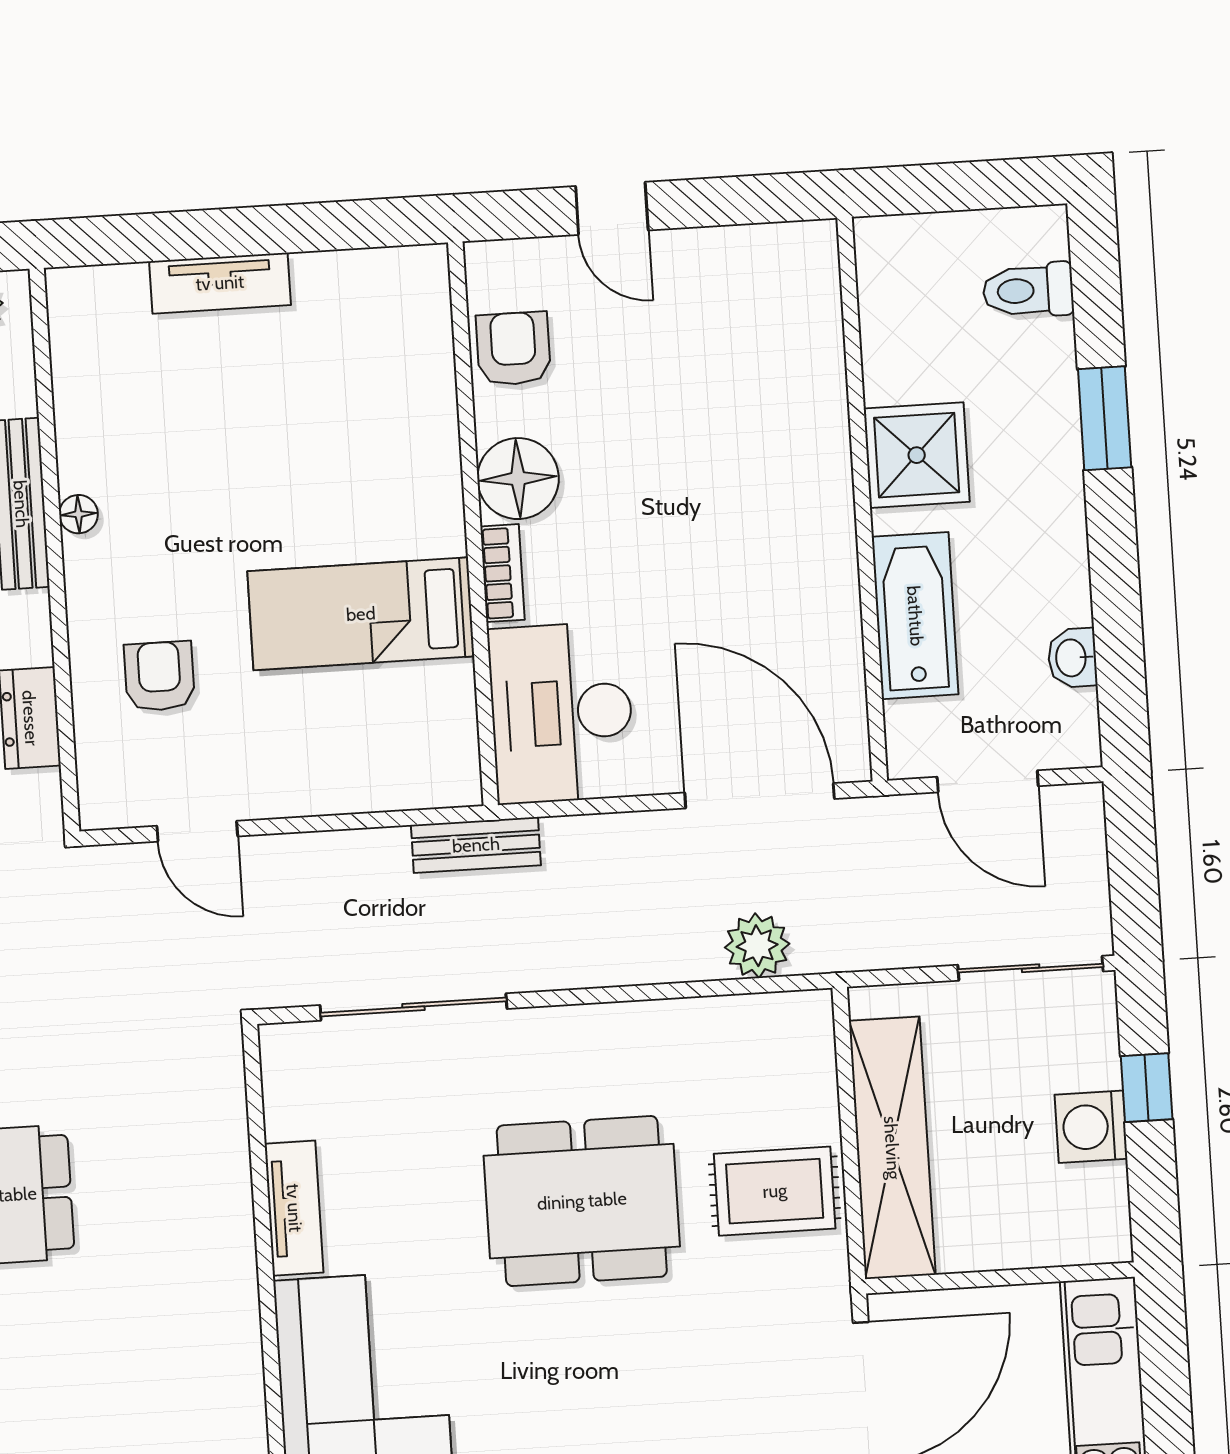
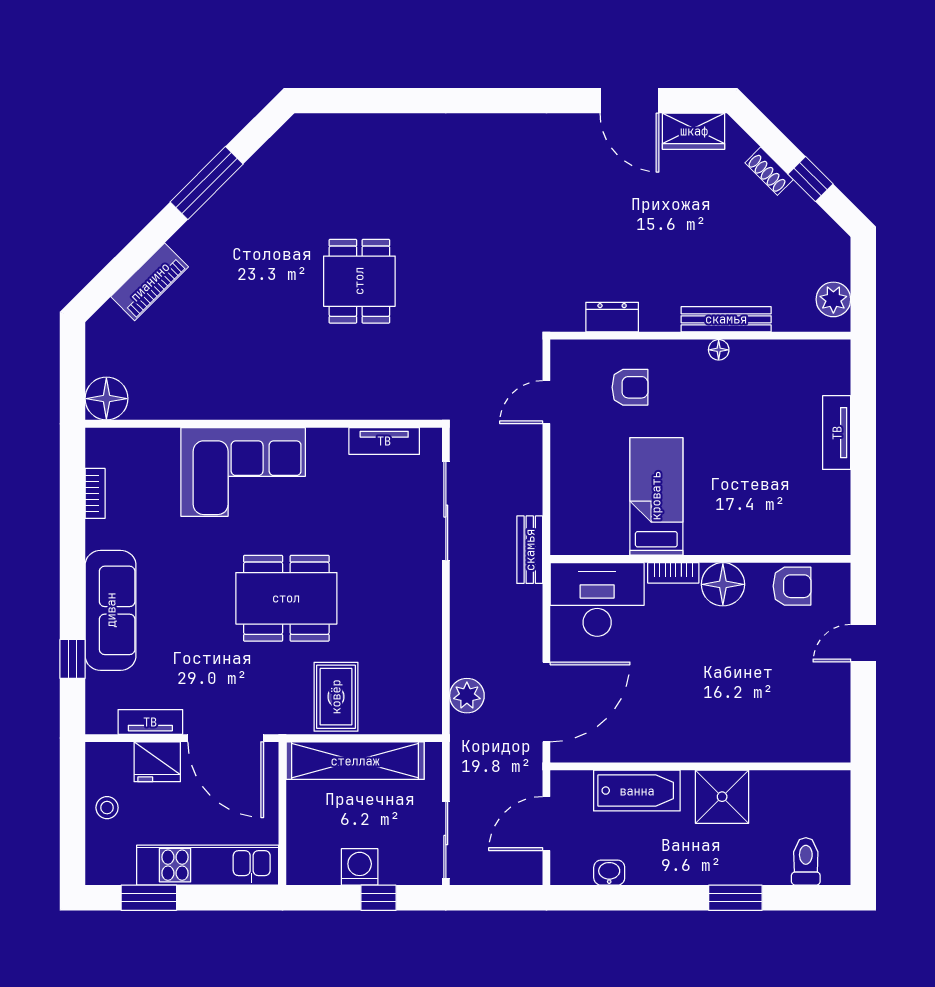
dining table: (582, 1201) -> (286, 598), moved, turned 90
tv unit: (294, 1208) -> (384, 441), moved

